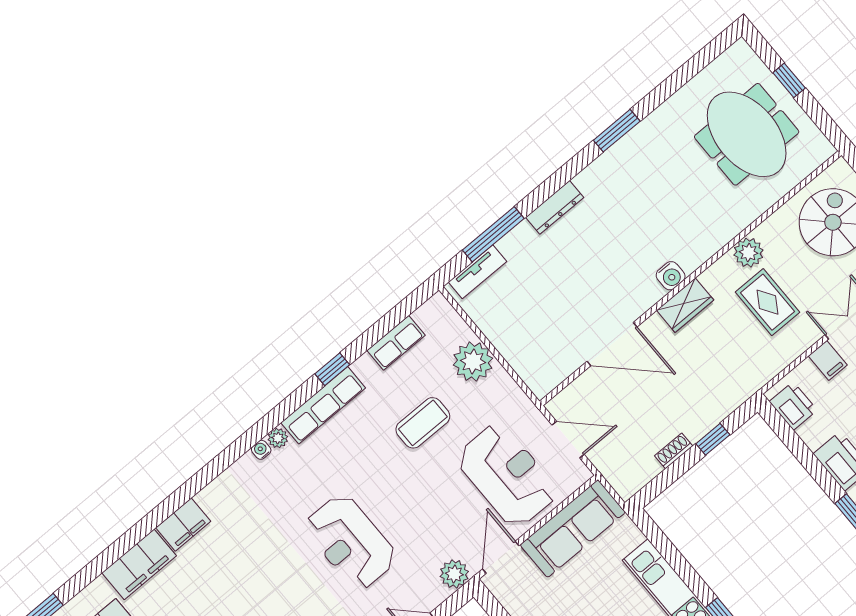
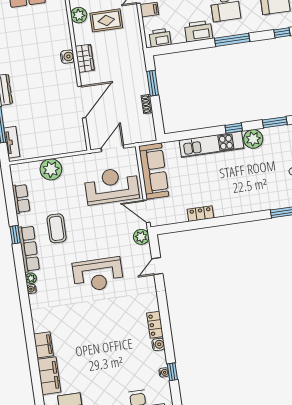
coffee table: (423, 423) -> (57, 228), moved
window: (713, 439) -> (153, 83), width x1.50

